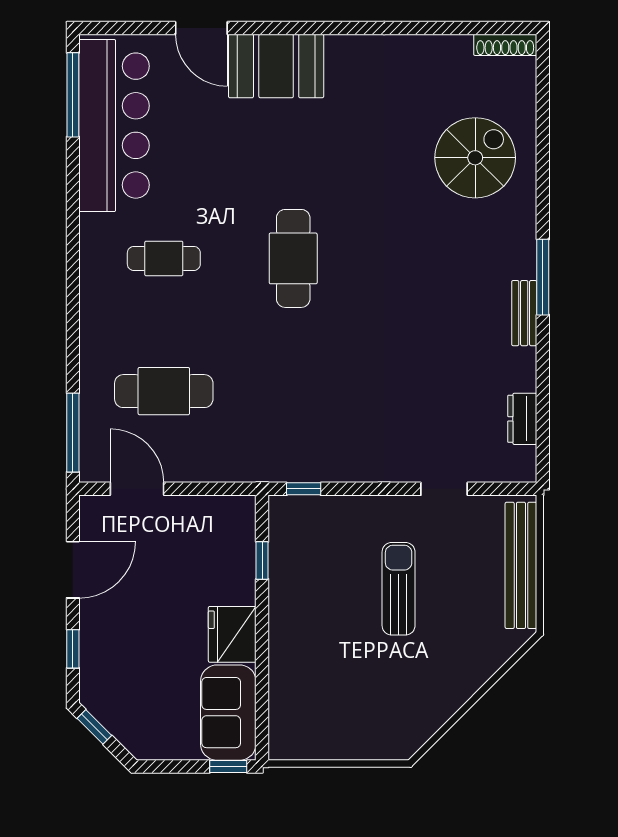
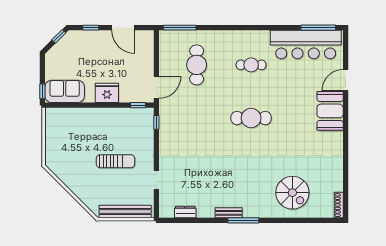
cafe table: (164, 258) -> (251, 65), turned 90
door: (137, 489) -> (156, 87), moved
window: (262, 560) -> (138, 105), moved
fridge: (232, 634) -> (107, 93), moved

